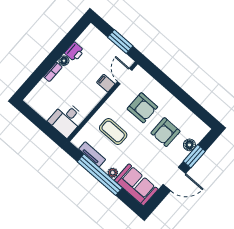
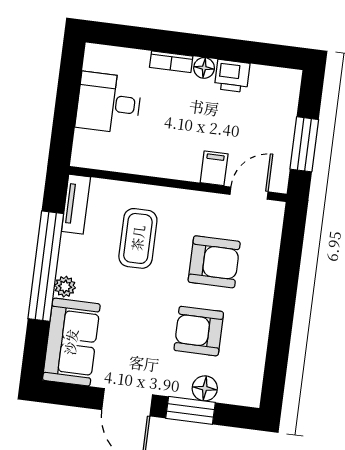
armchair: (142, 108) -> (214, 262), turned -90
desk: (66, 119) -> (109, 103), moved
tv unit: (92, 154) -> (76, 204), moved

